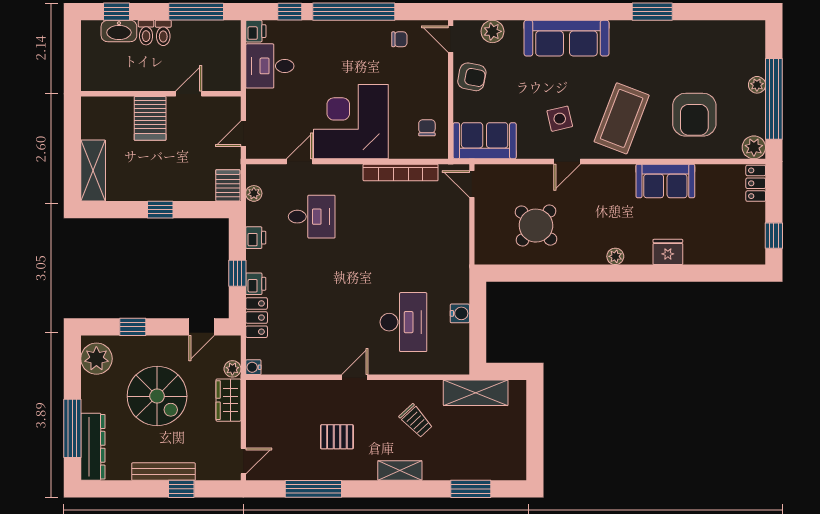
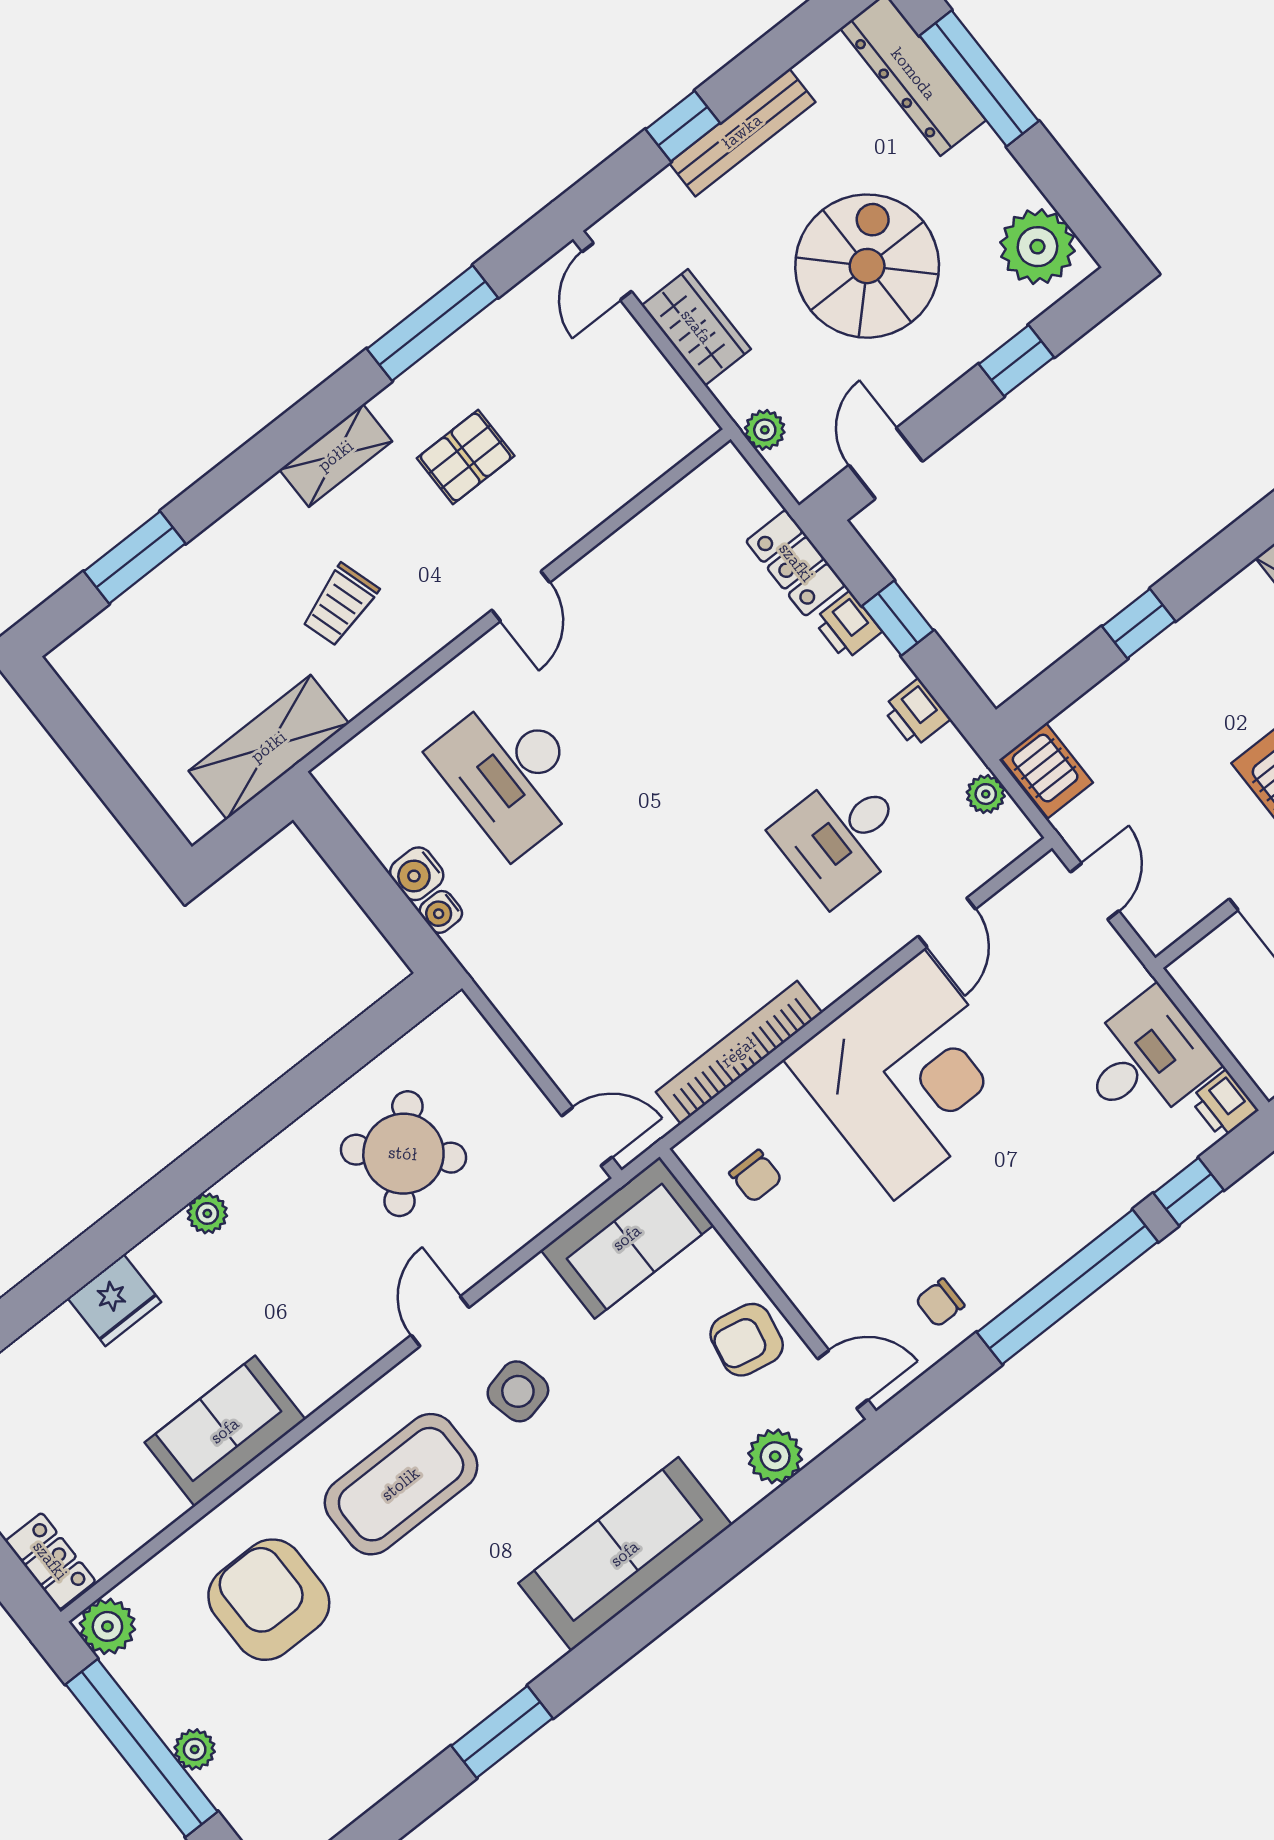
coffee table: (622, 118) -> (401, 1484), turned 69
water cooler: (253, 367) -> (441, 912), moved, turned 180
spiral stairs: (157, 396) -> (867, 266), turned 90
wardrobe: (228, 400) -> (696, 327), moved
trolley: (416, 421) -> (340, 605), turned -64
shelving: (400, 471) -> (336, 456), moved

